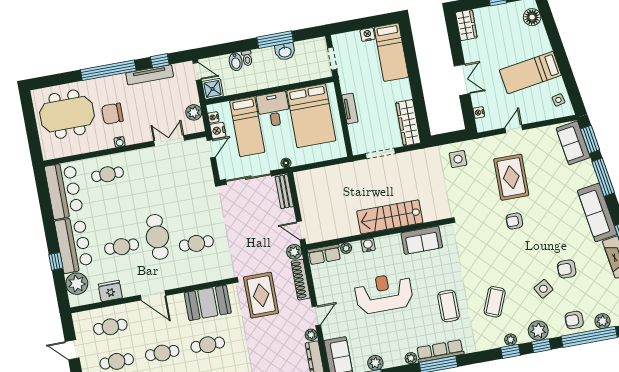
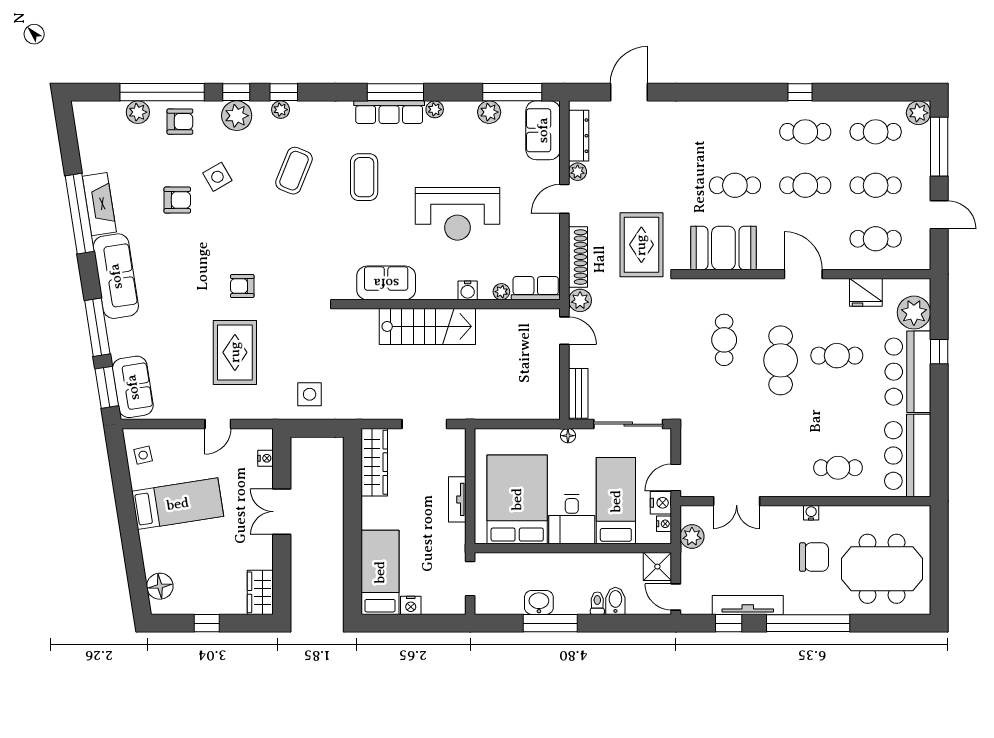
armchair: (514, 221) -> (242, 286), turned 180
cafe table: (196, 243) -> (724, 340), turned 90

